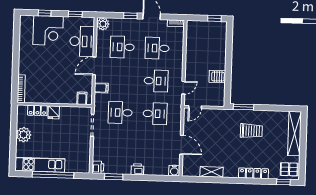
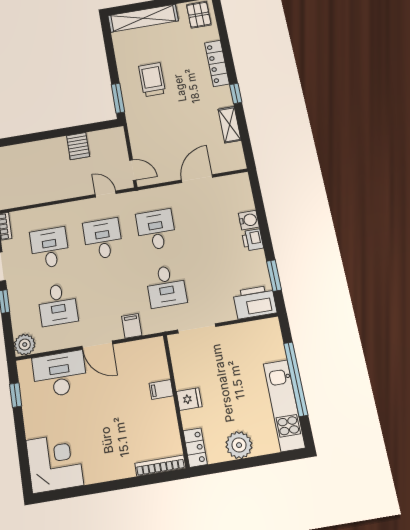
window: (45, 13) -> (22, 449), removed
corner desk: (48, 31) -> (55, 463), moved
desk: (157, 48) -> (50, 248), turned 180
filing cabinet: (82, 98) -> (161, 389), moved
locker: (37, 110) -> (195, 448), moved
printer: (98, 167) -> (255, 302), width x1.87, depth x1.48
water cooler: (174, 171) -> (249, 220), moved
window: (283, 182) -> (236, 93), moved

